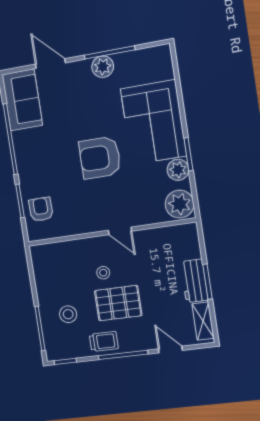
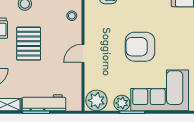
armchair: (100, 158) -> (140, 47), turned -90
stool: (103, 273) -> (72, 16), moved
workbench: (194, 281) -> (44, 103), width x1.38

